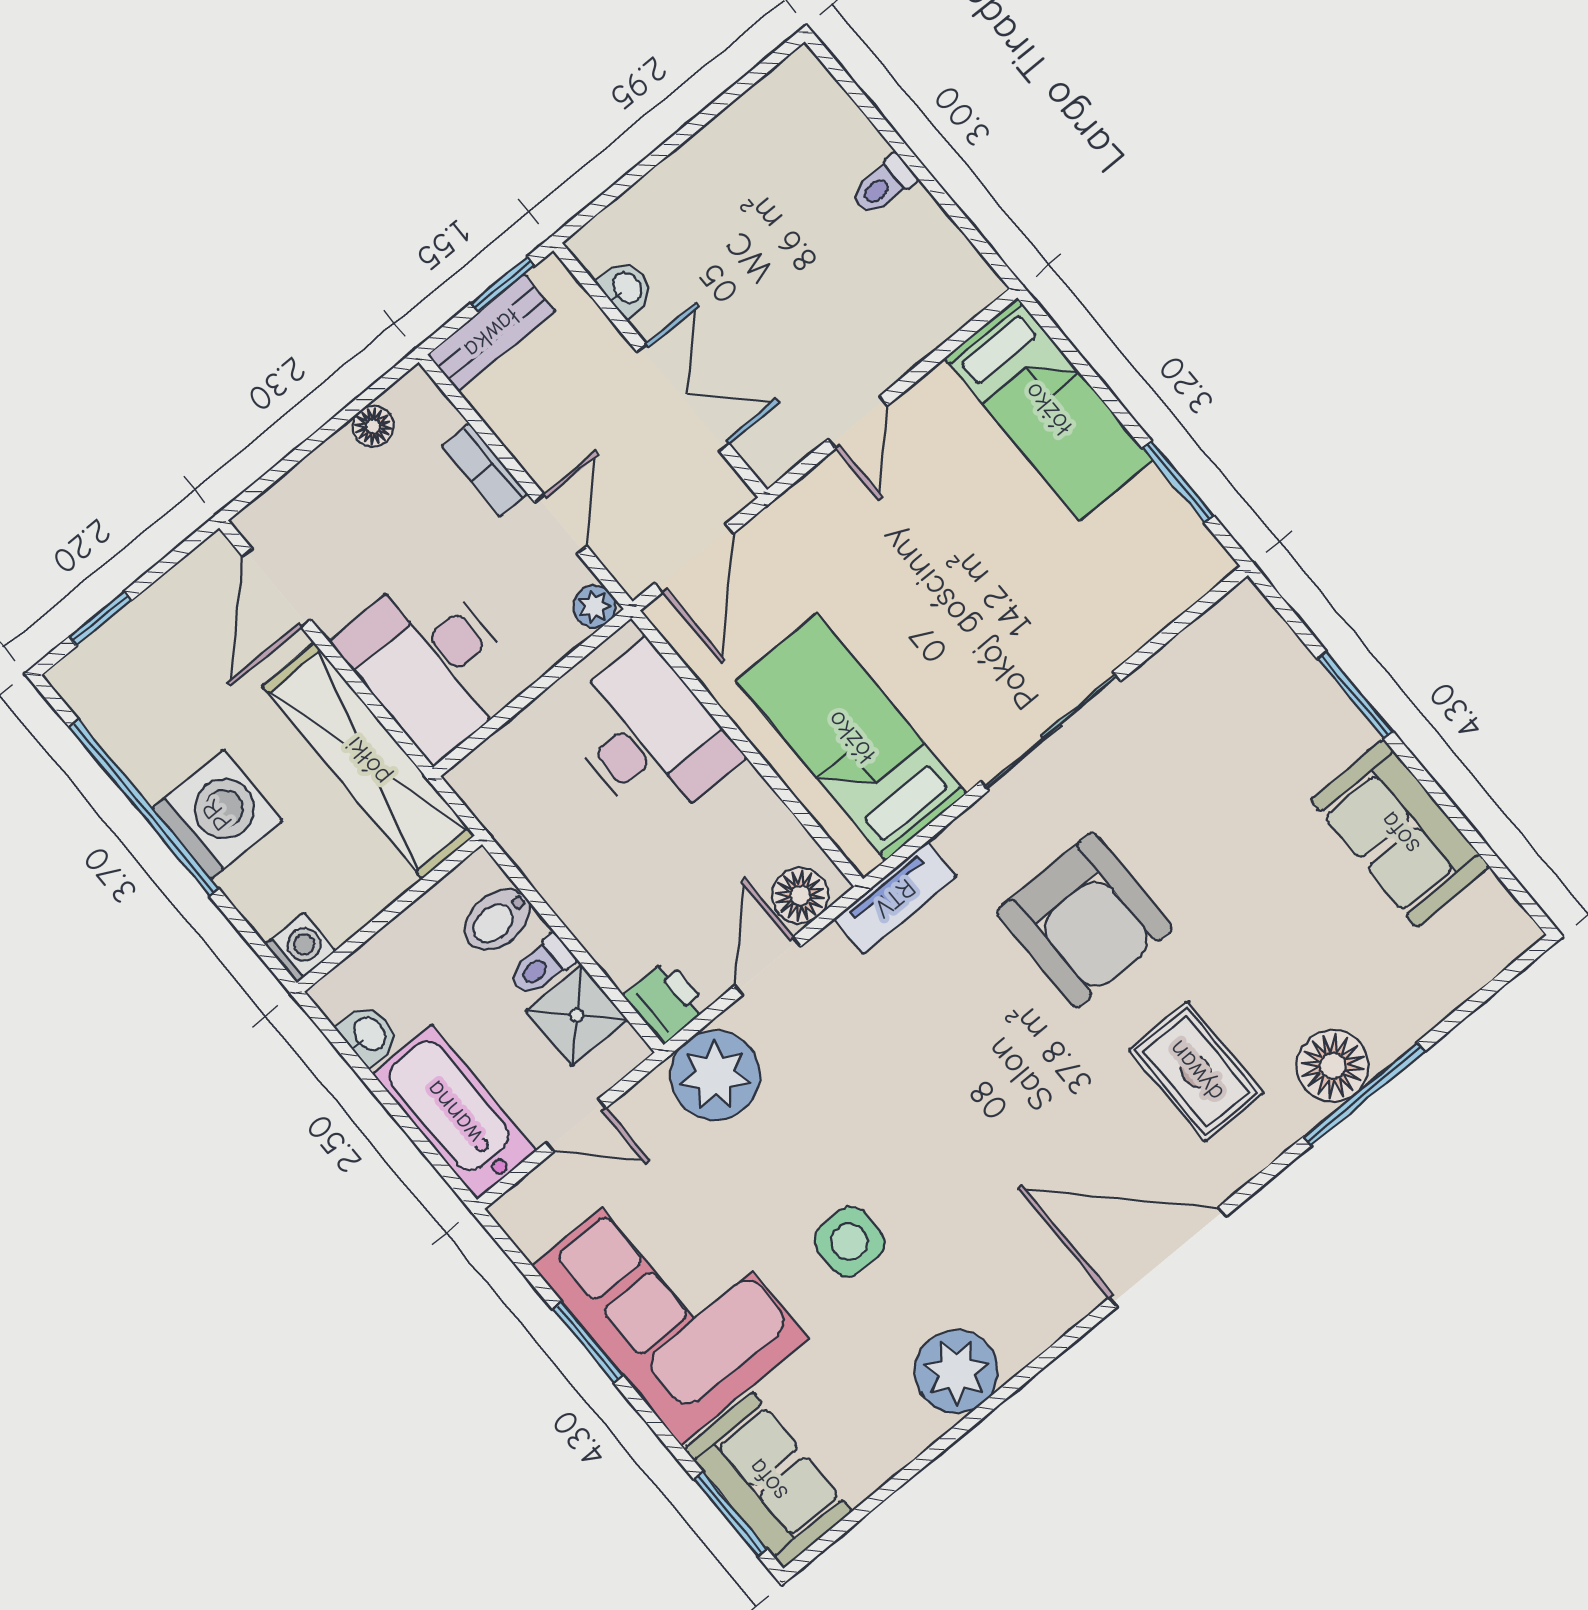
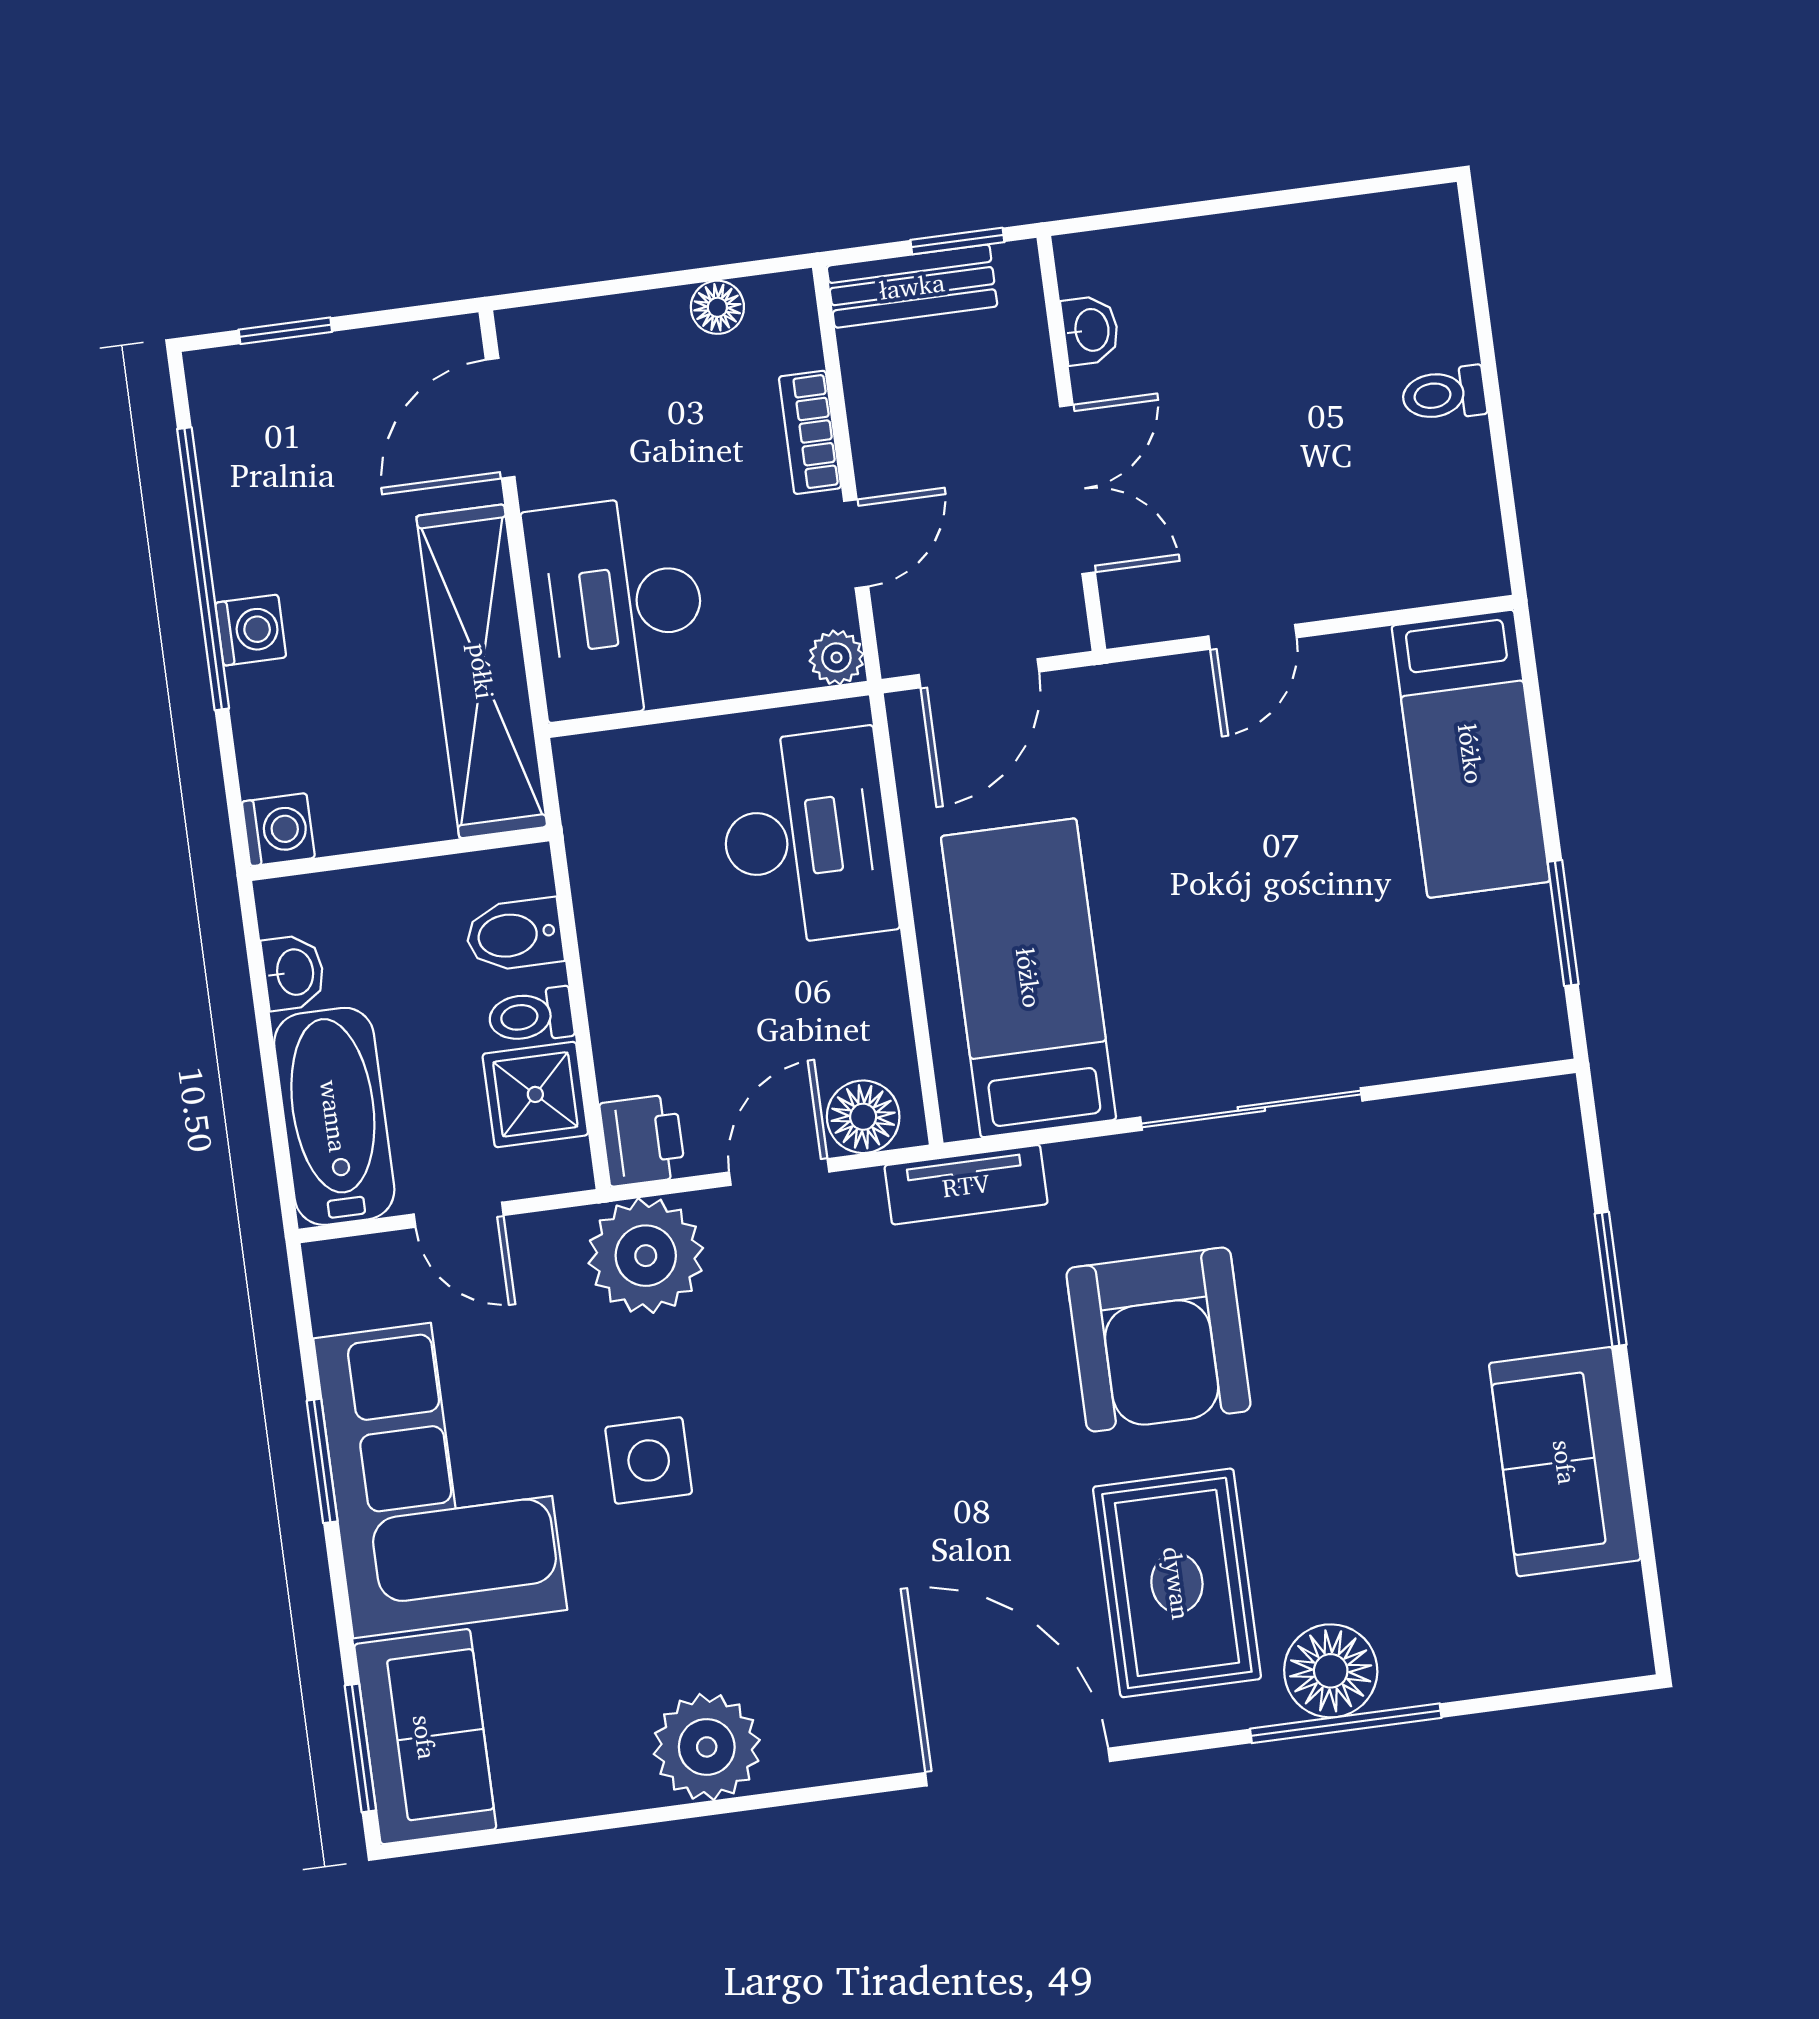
washing machine: (217, 815) -> (251, 630), width x0.53, depth x0.53
rug: (1196, 1071) -> (1177, 1583), width x1.36, depth x1.43
side table: (849, 1242) -> (649, 1460), moved

